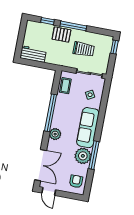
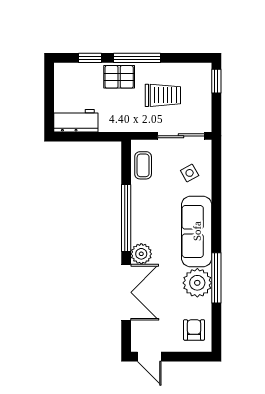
double door: (41, 165) -> (126, 292), moved

